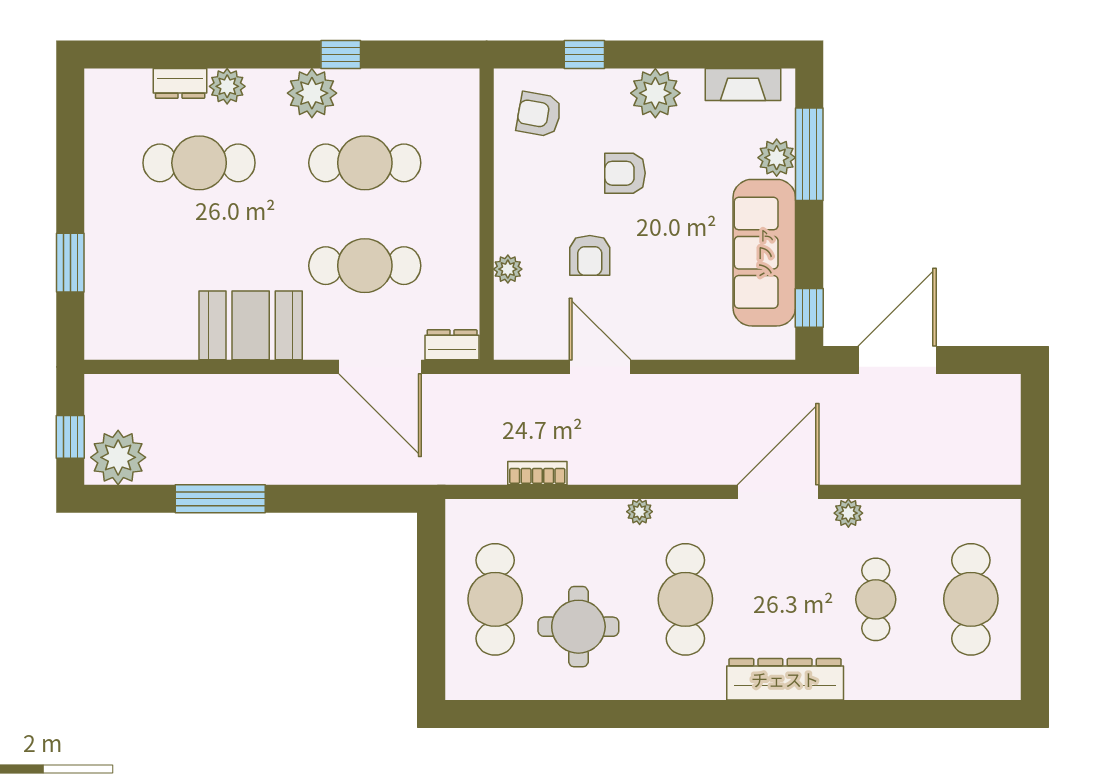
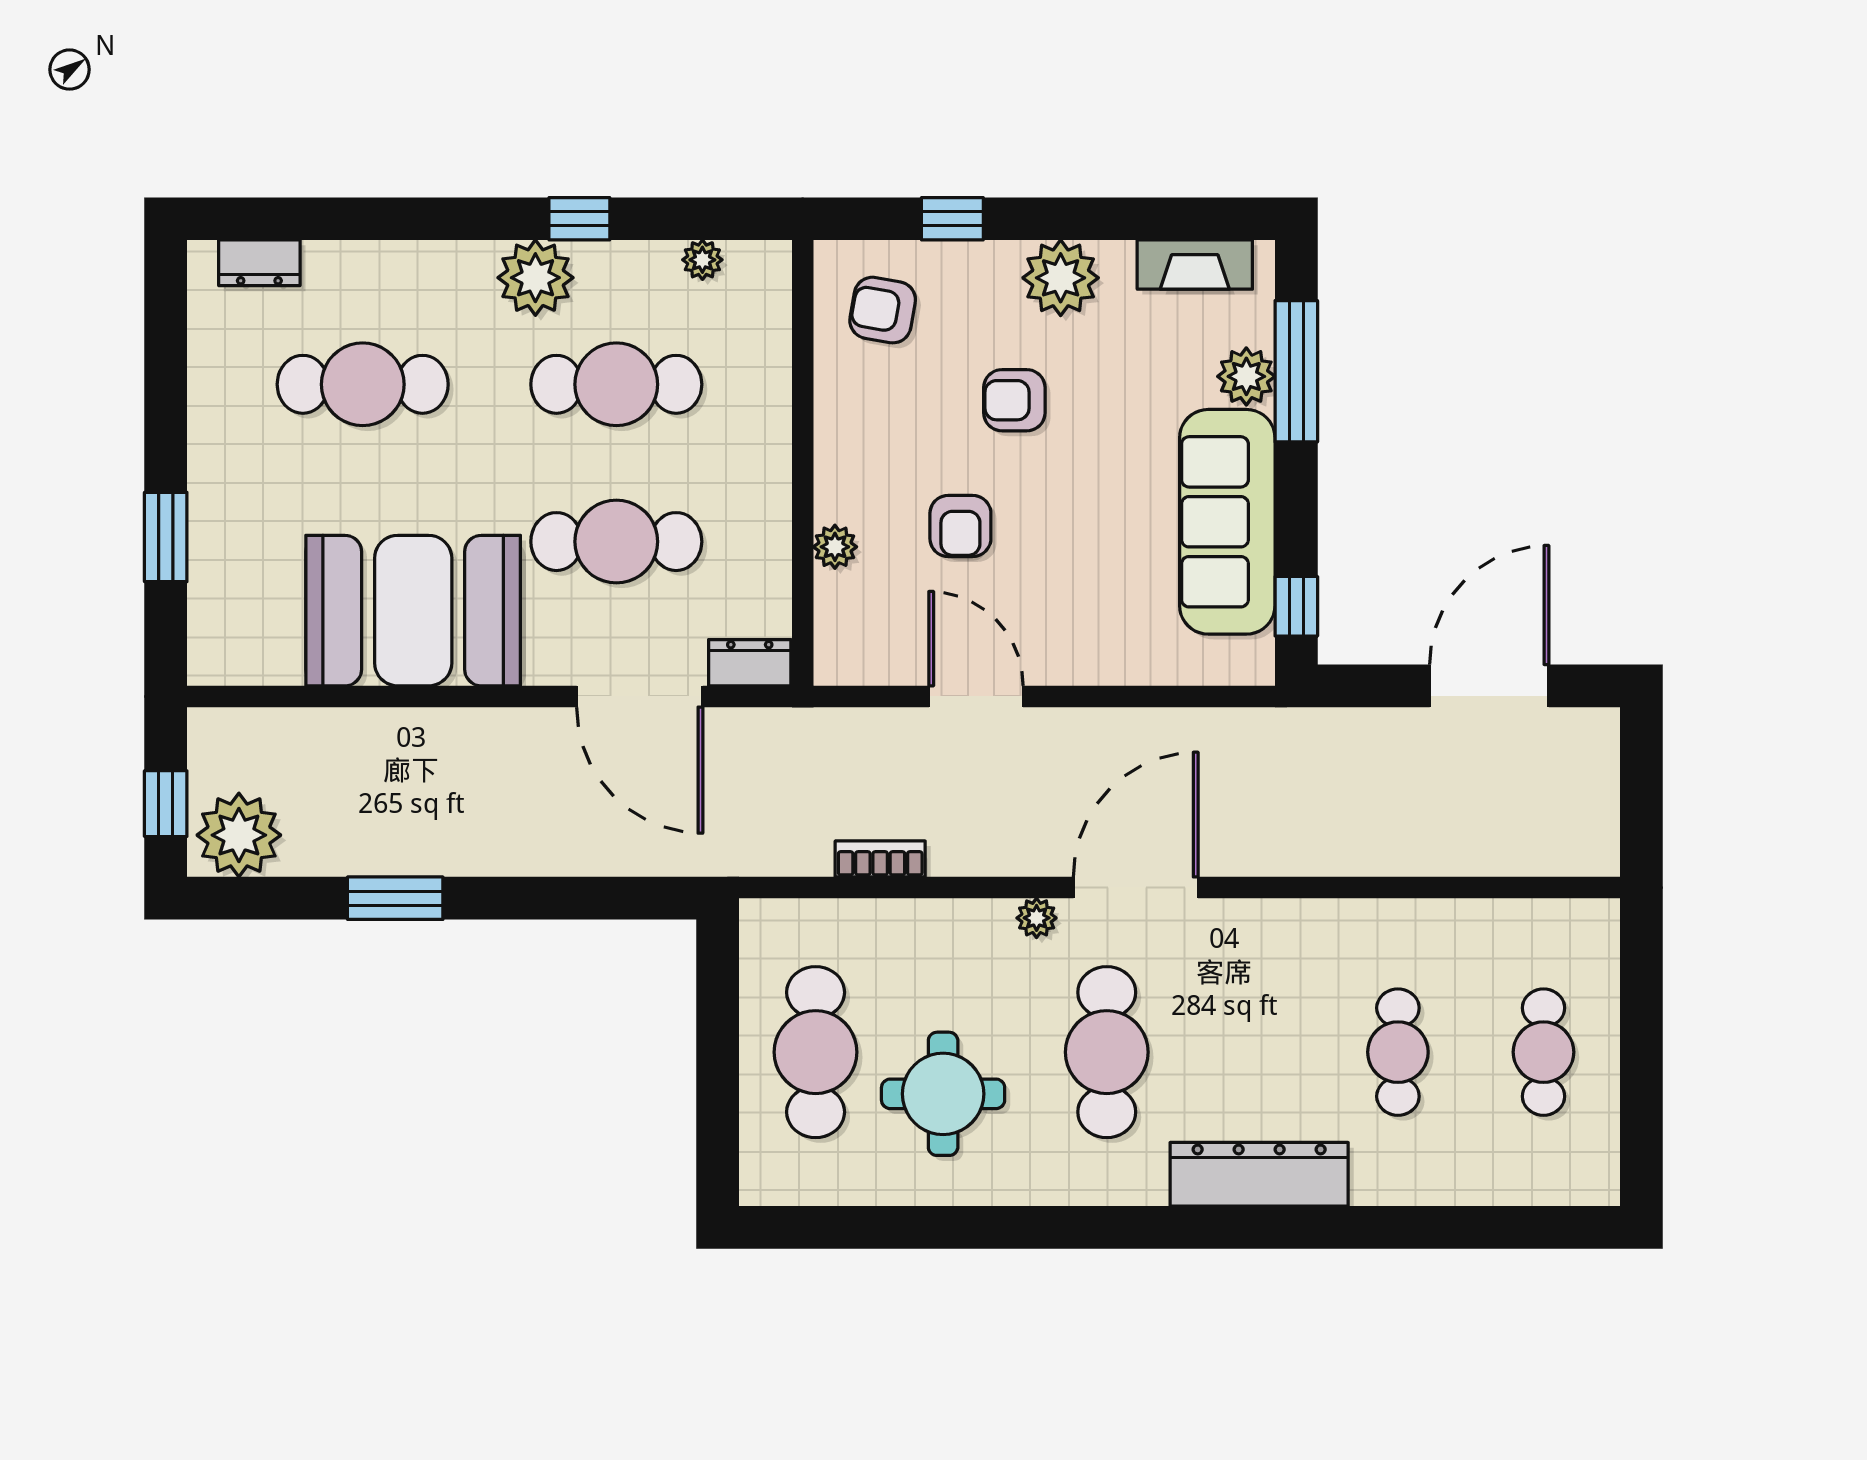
dresser: (180, 83) -> (259, 263), moved
plant: (227, 86) -> (702, 260), moved, width x0.73, depth x0.73
booth: (251, 325) -> (413, 611), width x1.36, depth x1.42
door: (897, 360) -> (1489, 686), moved
door: (778, 492) -> (1136, 888), moved
window: (220, 499) -> (395, 898), width x0.69
plant: (848, 513) -> (1356, 920), removed
cafe table: (971, 599) -> (1543, 1052), width x0.73, depth x0.74

